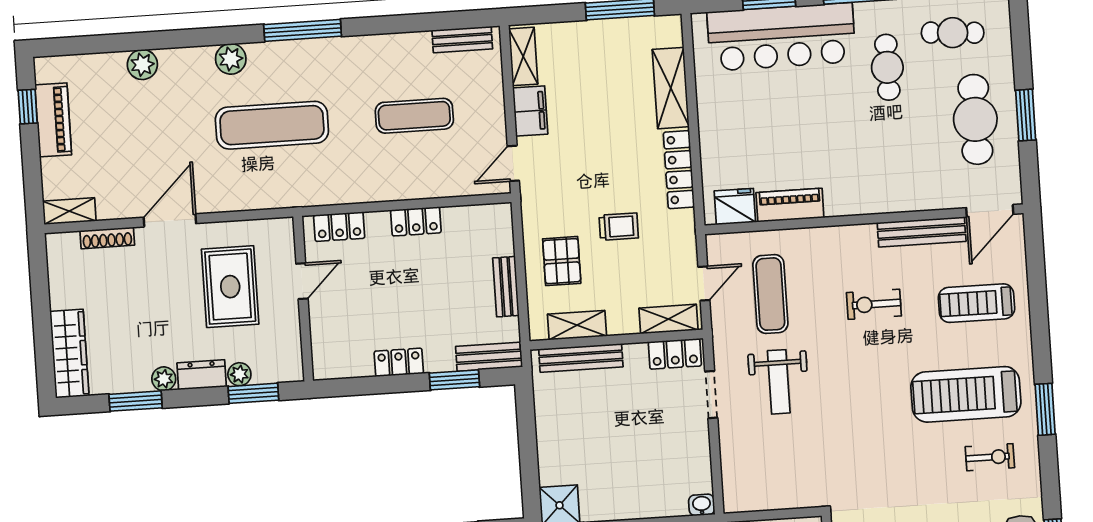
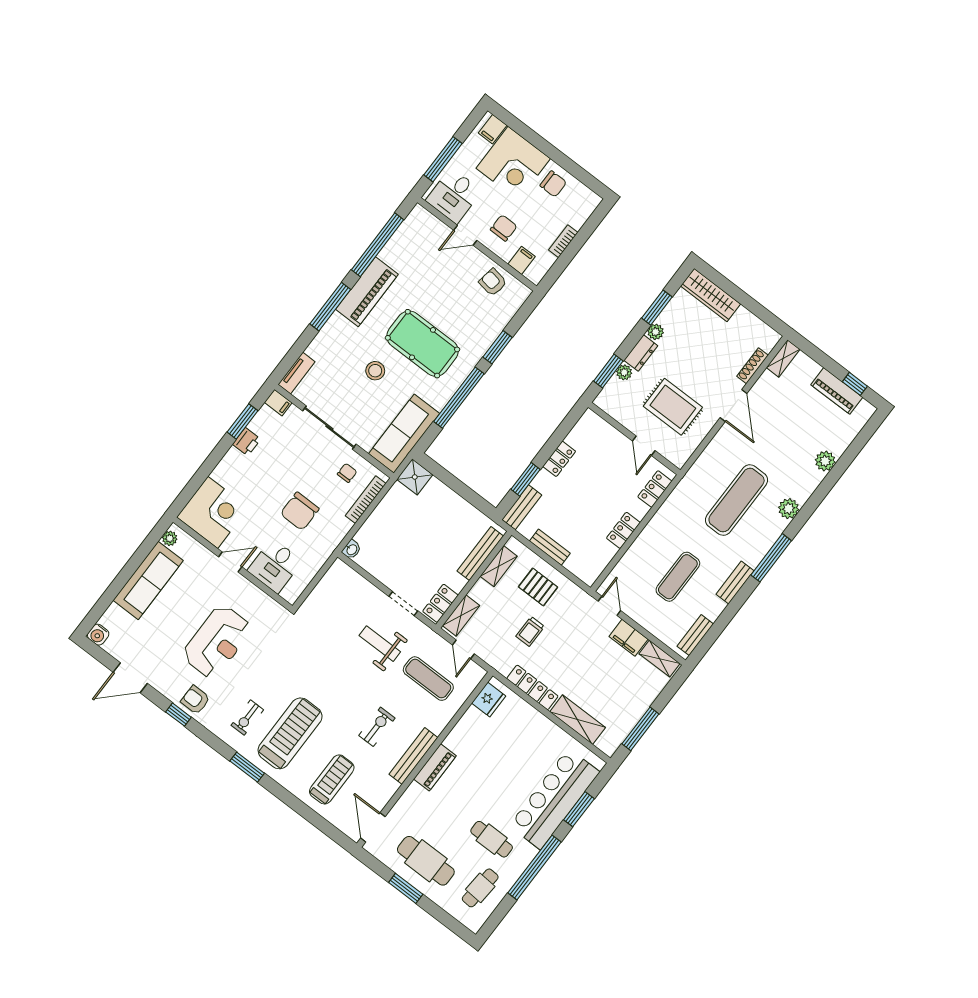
bench: (365, 47) -> (735, 582), added
piano: (790, 205) -> (435, 767), moved
bench: (922, 232) -> (413, 756), moved

